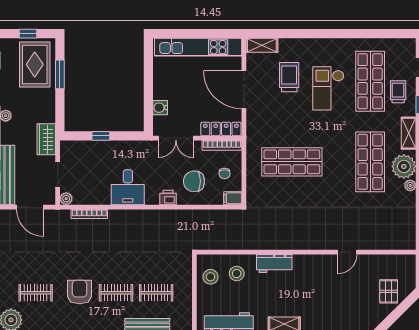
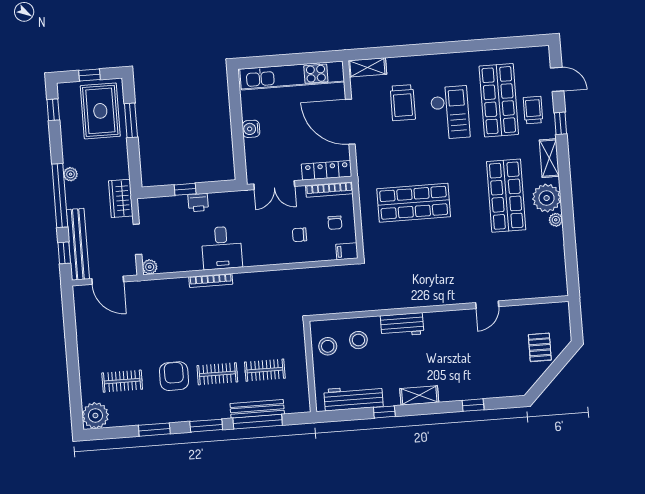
trolley: (289, 77) -> (403, 103), turned 180
checkout: (328, 88) -> (450, 112), turned 180
water cooler: (160, 108) -> (251, 129), moved
chair: (194, 181) -> (300, 235), width x0.54, depth x0.54
printer: (168, 197) -> (198, 202), moved, turned 180
bookcase: (89, 214) -> (211, 281), moved

